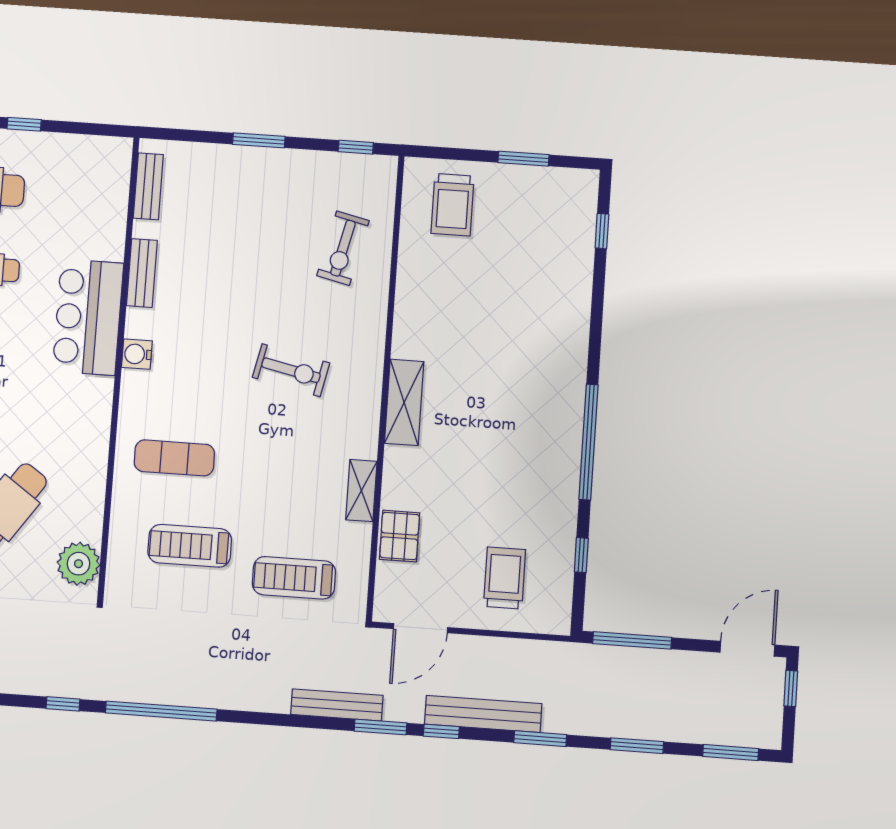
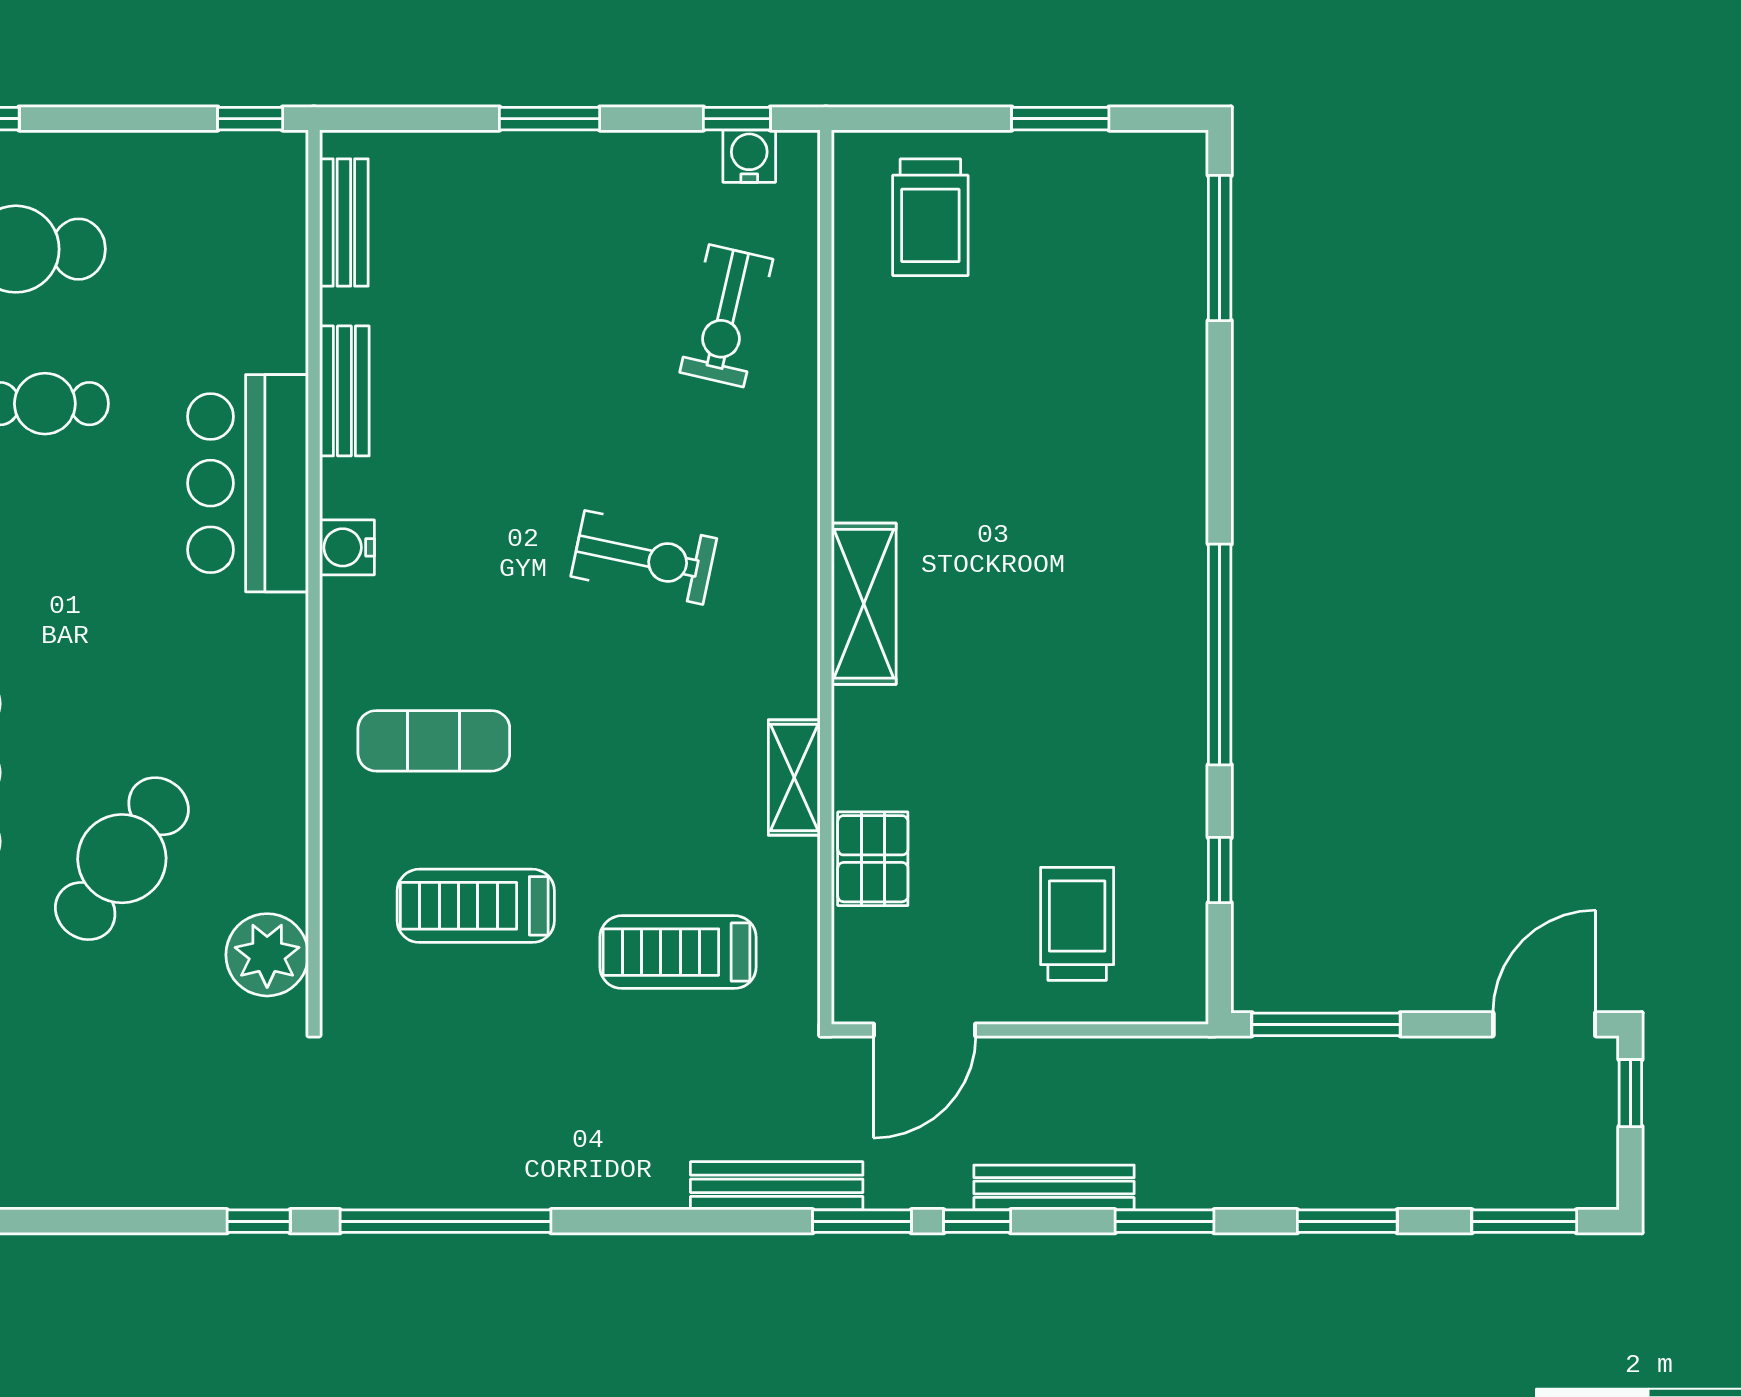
window: (24, 124) -> (250, 119), moved
water cooler: (361, 167) -> (749, 156), added
window: (602, 231) -> (1220, 248), width x2.17
bench: (483, 714) -> (1054, 1188), width x0.73, depth x0.82

